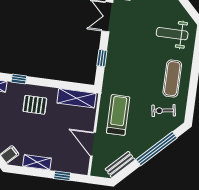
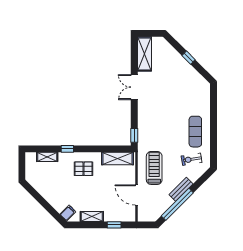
weight bench: (172, 34) -> (190, 94), removed
window: (102, 58) -> (134, 135), moved
window: (157, 149) -> (177, 204), moved
bench: (120, 164) -> (181, 189), moved

